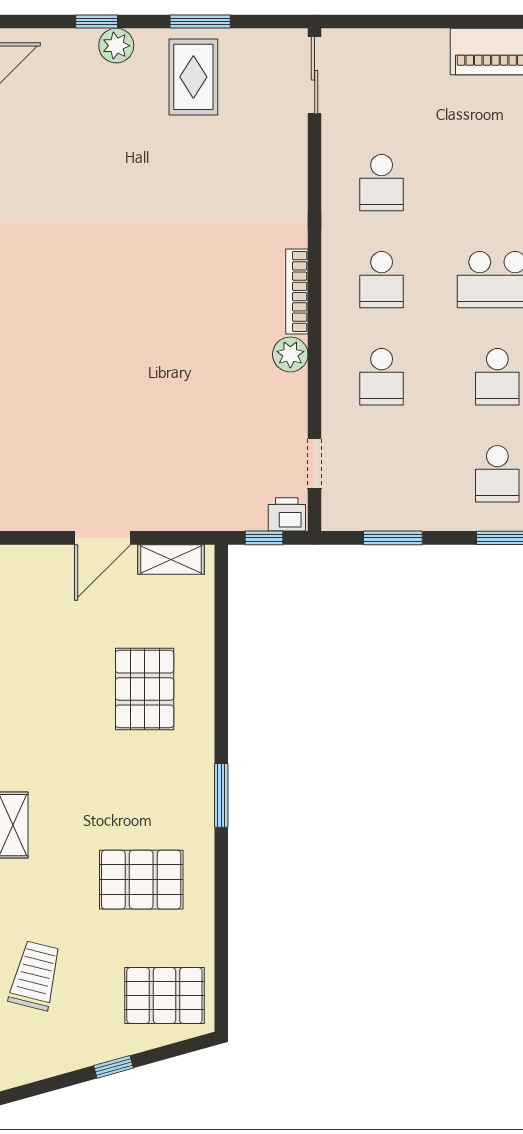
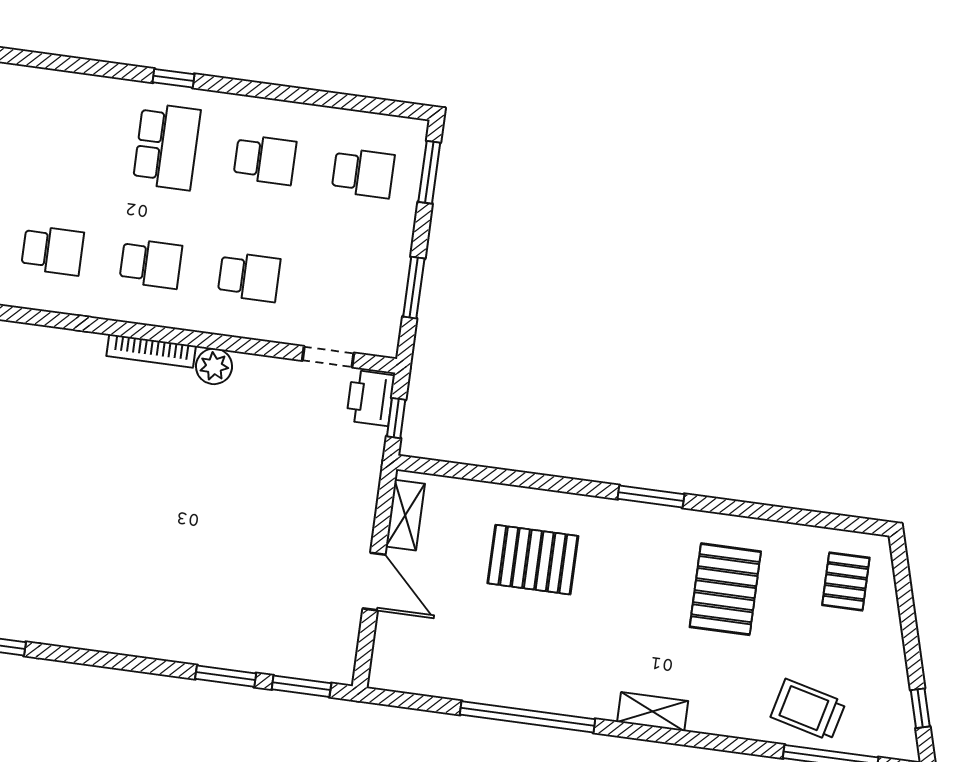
printer: (287, 514) -> (370, 398), width x1.36, depth x1.24
pallet: (164, 995) -> (846, 581), width x0.67, depth x0.71
window: (114, 1067) -> (920, 708), moved

